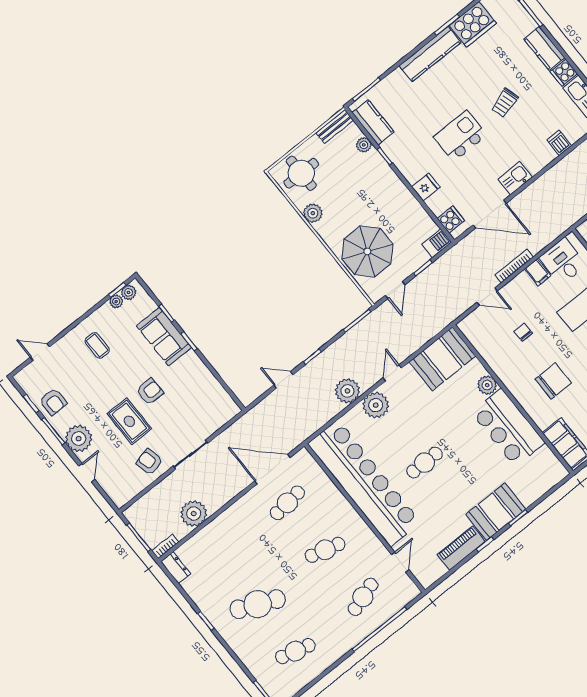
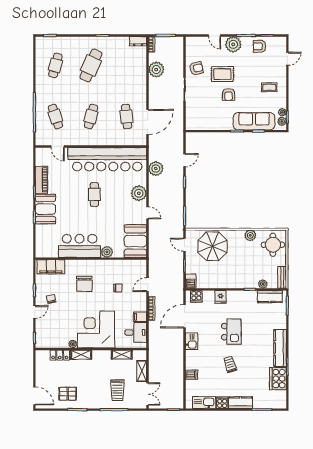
sofa: (164, 337) -> (254, 121), width x1.36
plant: (347, 391) -> (156, 169), moved

